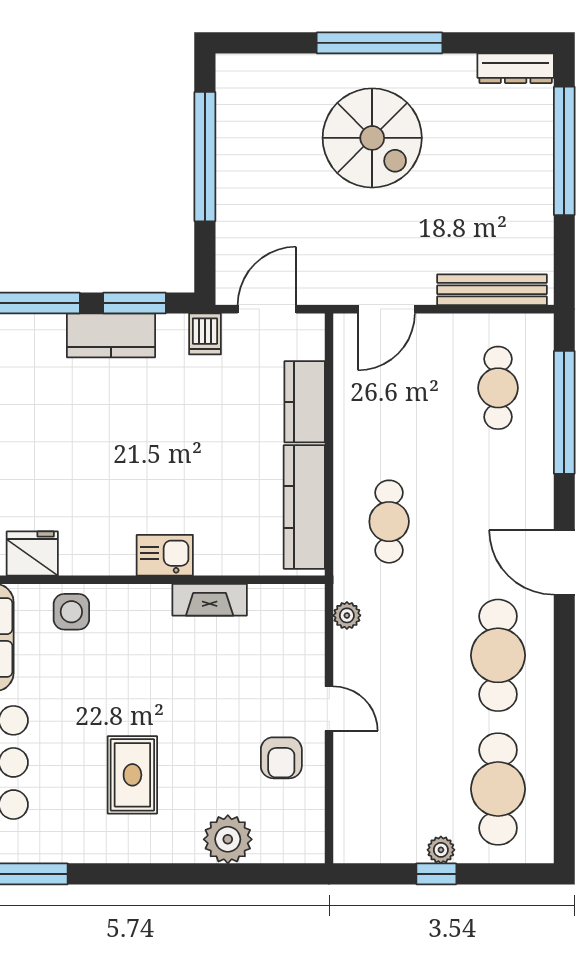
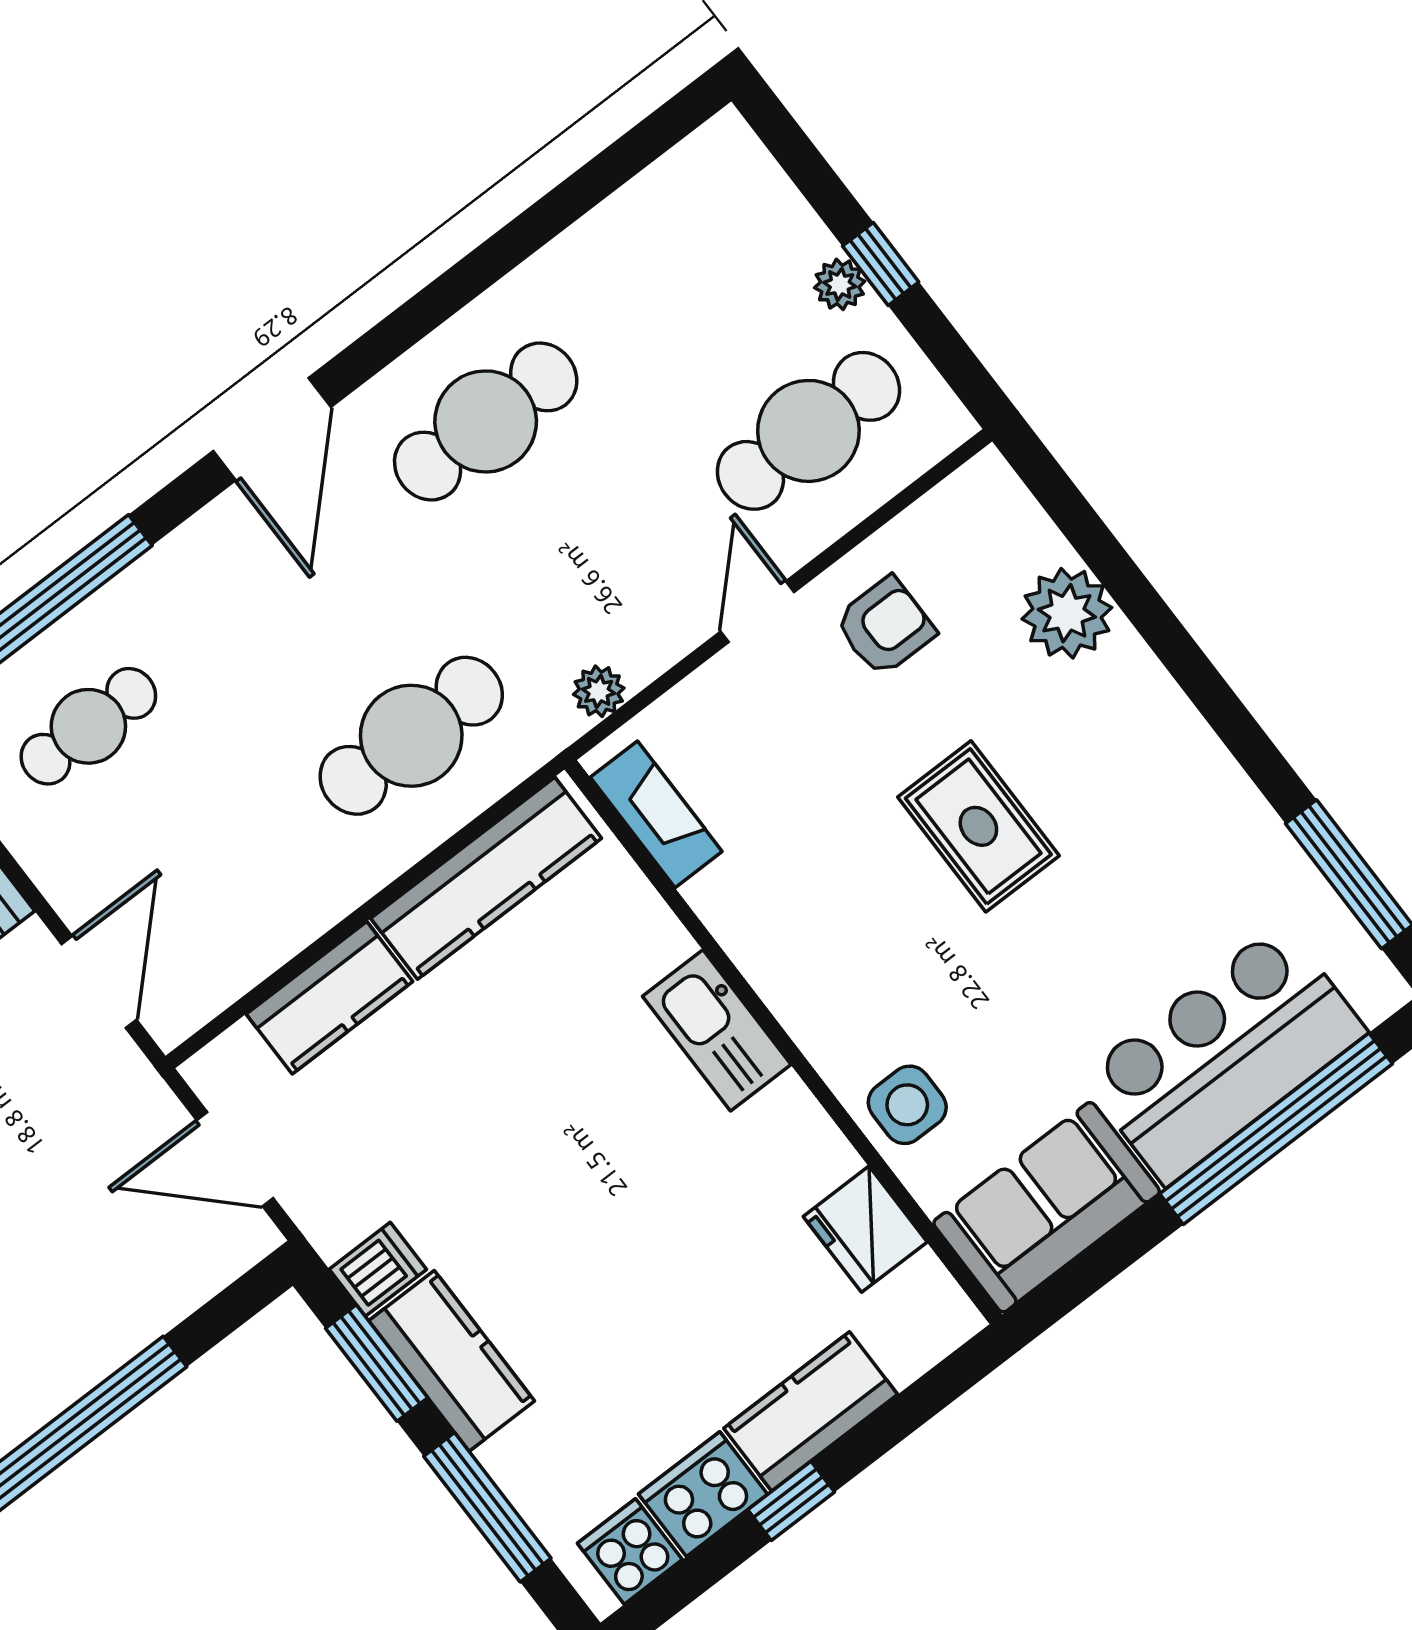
door: (386, 309) -> (99, 982), hinge flipped
dishwasher: (205, 334) -> (378, 1269), moved
cafe table: (389, 522) -> (411, 736), width x1.37, depth x1.35
kitchen sink: (165, 555) -> (717, 1030), width x1.38
fireplace: (210, 600) -> (656, 814), moved
rug: (132, 775) -> (978, 826), moved, turned 90
cafe table: (498, 789) -> (808, 431), moved

